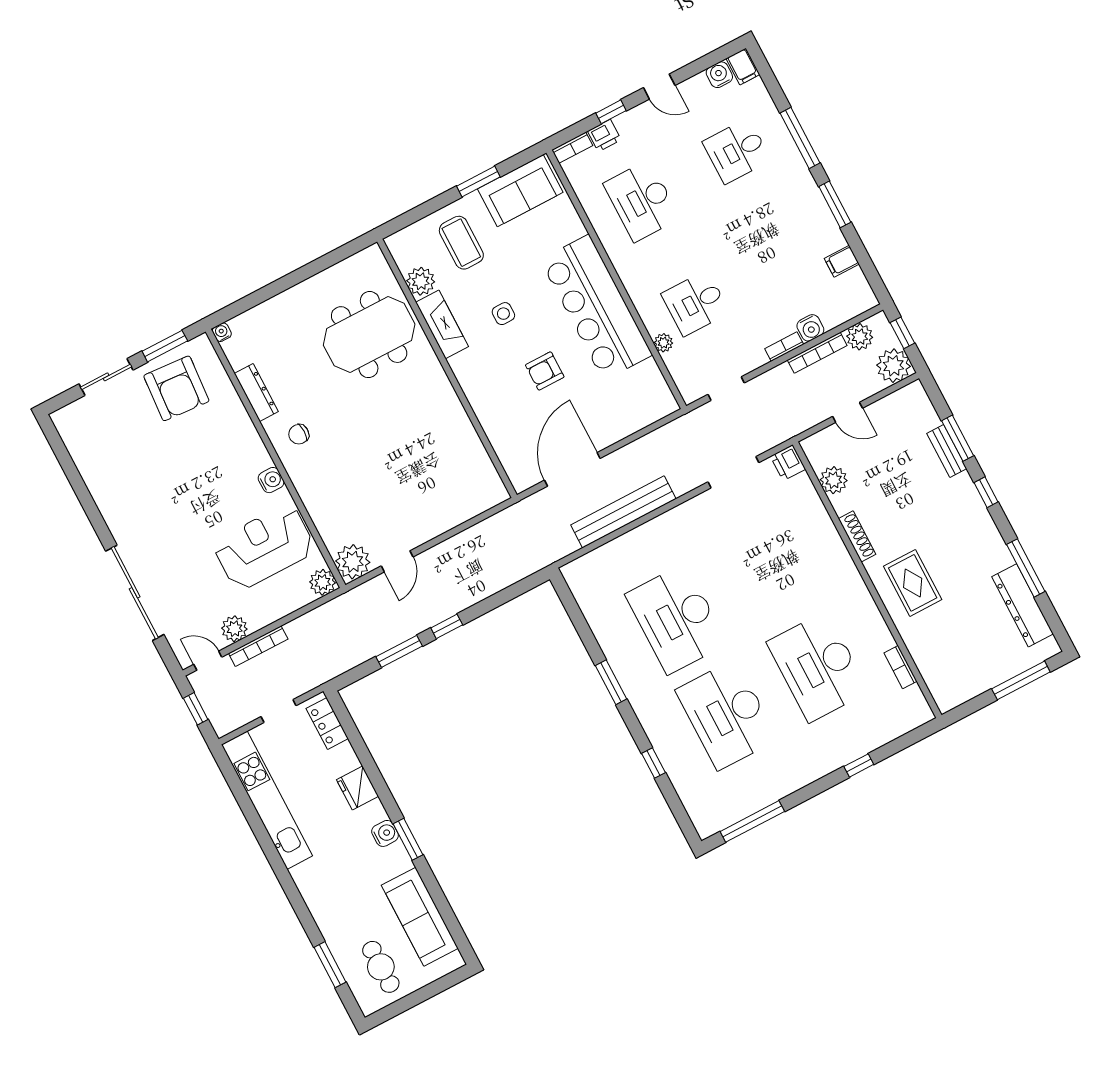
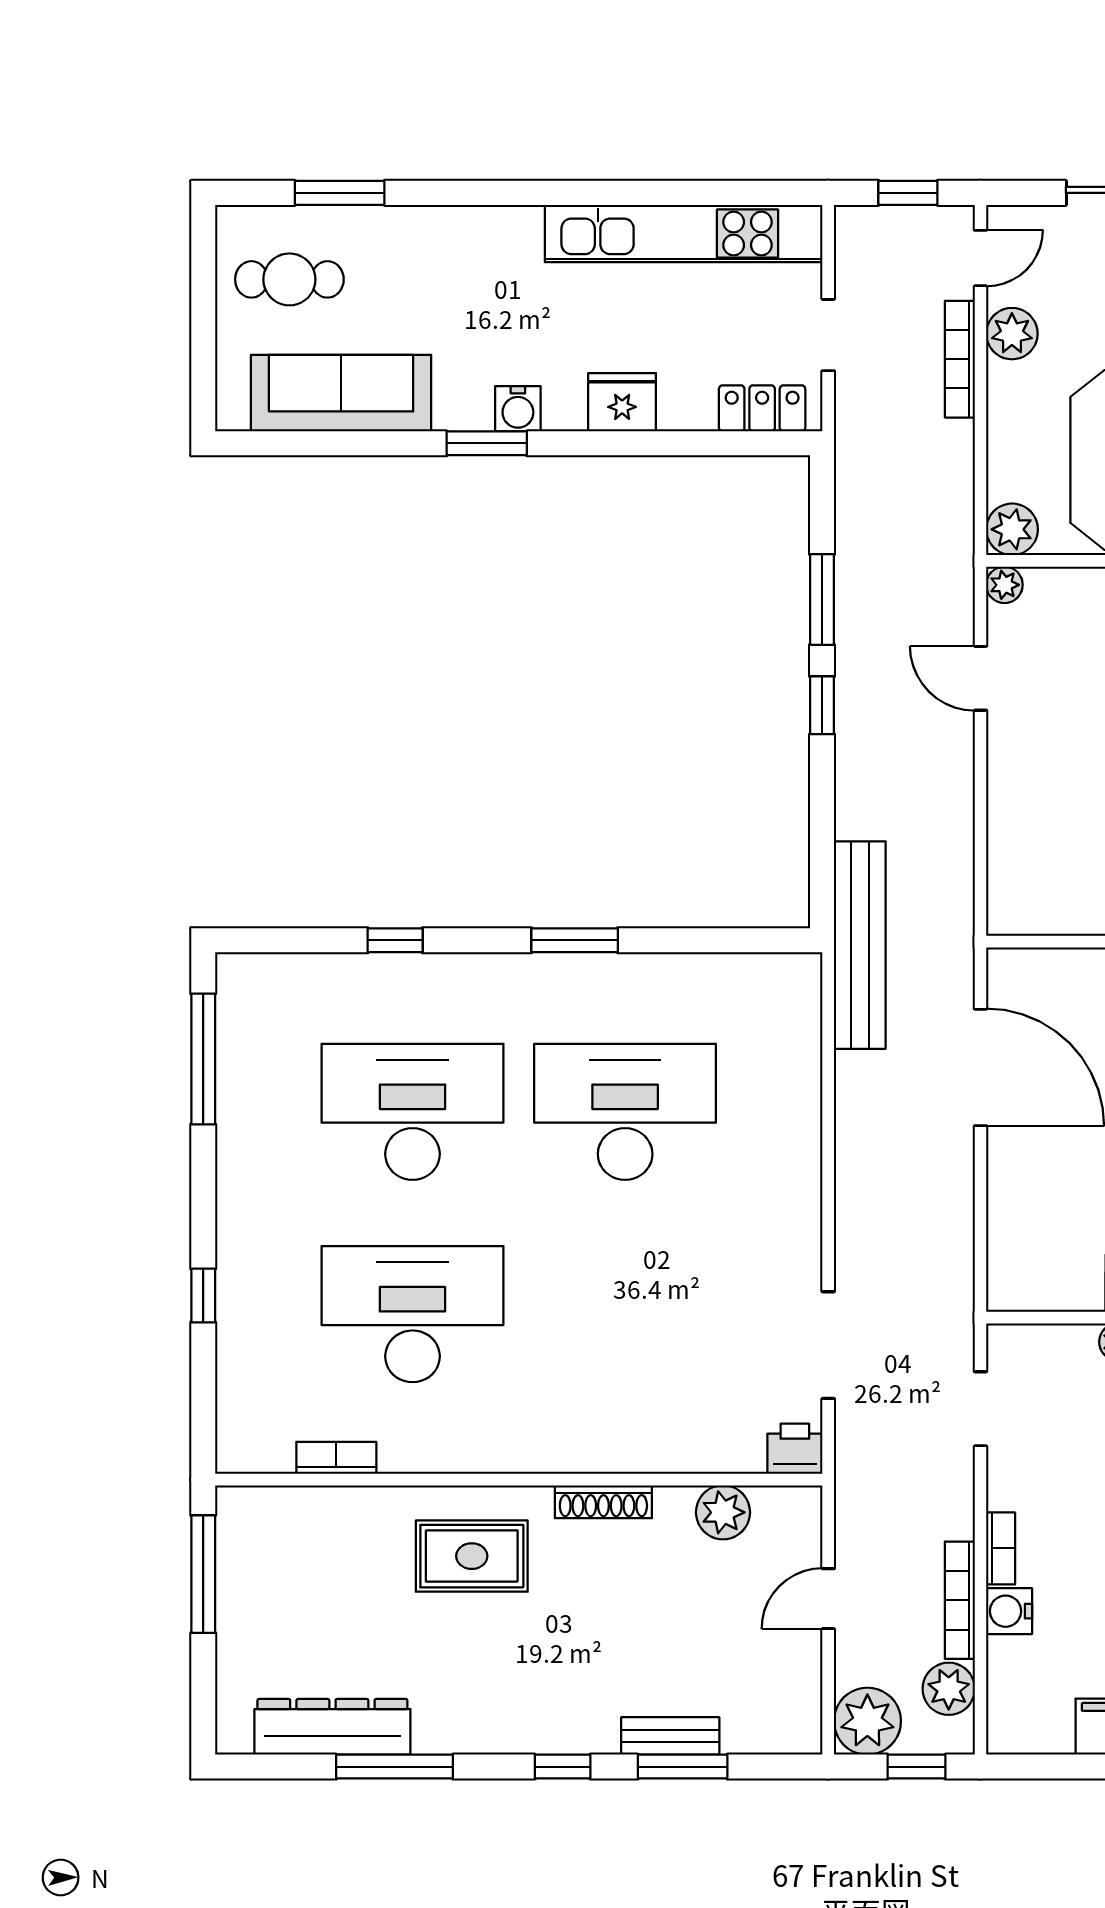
bench: (623, 512) -> (860, 945), moved
plant: (353, 562) -> (1004, 585), width x0.53, depth x0.53
window: (1021, 680) -> (203, 1574), moved

